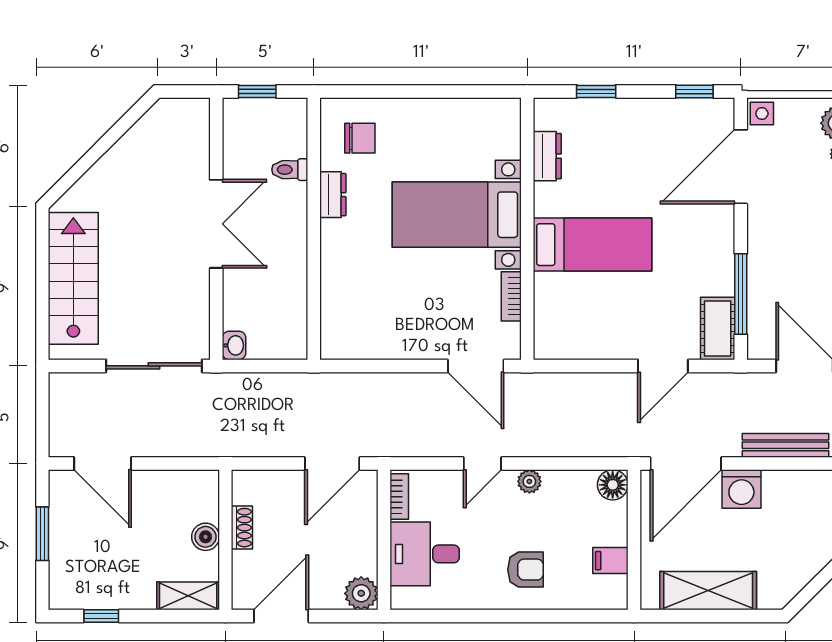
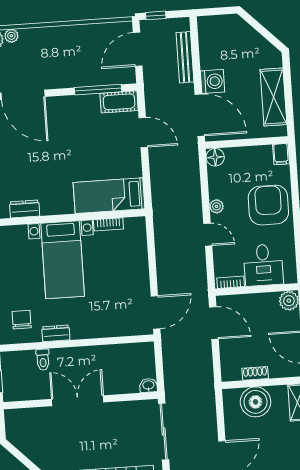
bed: (593, 245) -> (109, 196), moved, turned -90
door: (476, 366) -> (156, 312), moved
boiler: (206, 537) -> (256, 402), width x1.86, depth x1.86
filing cabinet: (610, 561) -> (281, 154), moved
armchair: (526, 570) -> (268, 205), width x1.88, depth x1.88

